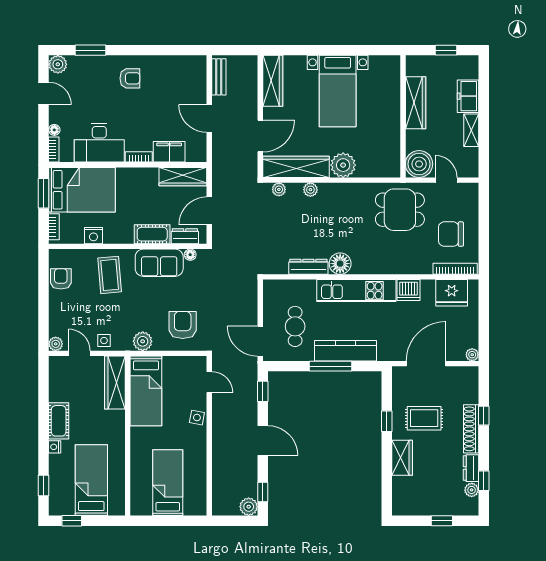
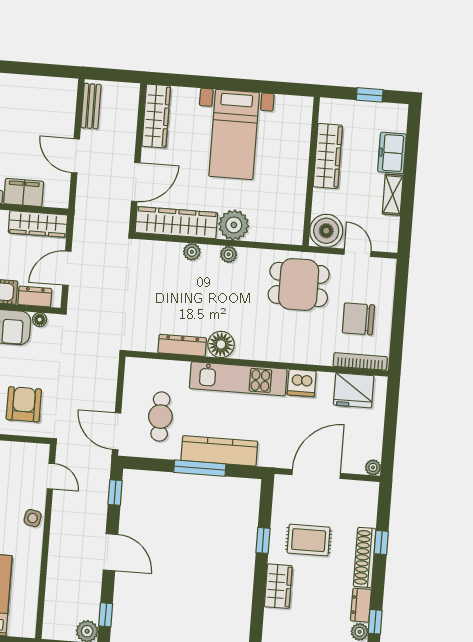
plant: (279, 189) -> (229, 254), moved

